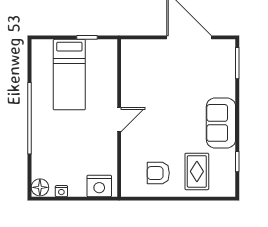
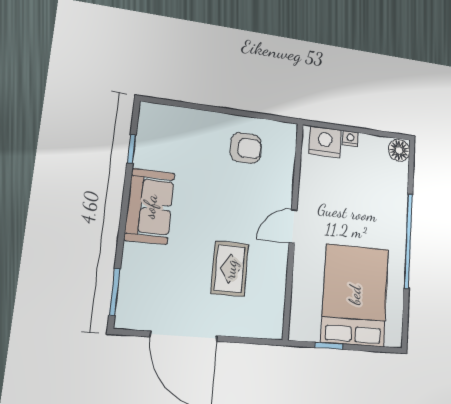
bed: (69, 75) -> (355, 295), width x1.50
rug: (197, 171) -> (230, 269), moved
nightstand: (61, 191) -> (350, 139), moved

